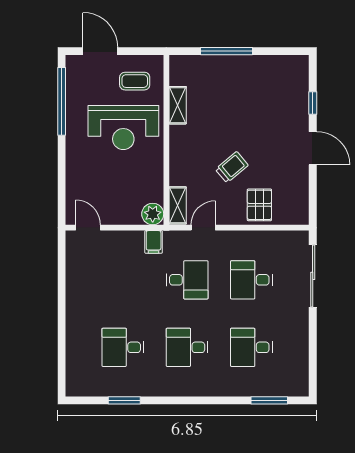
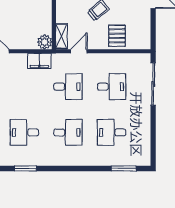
filing cabinet: (154, 242) -> (39, 61), width x2.00
desk: (251, 280) -> (112, 87), turned 180
desk: (187, 347) -> (68, 132), turned 180

